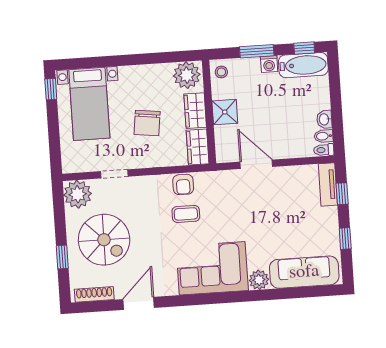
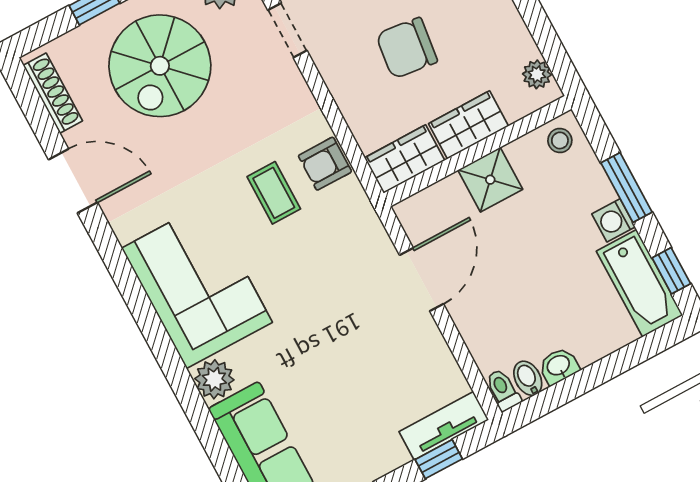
plant: (187, 75) -> (537, 74), width x0.53, depth x0.53

